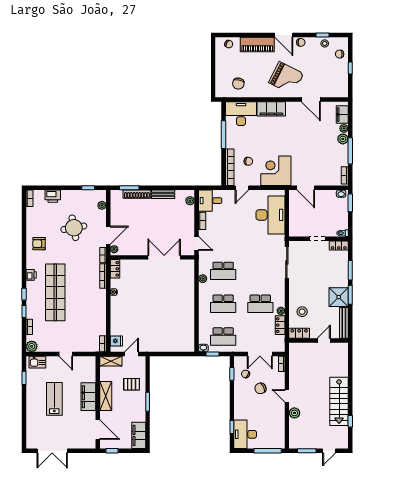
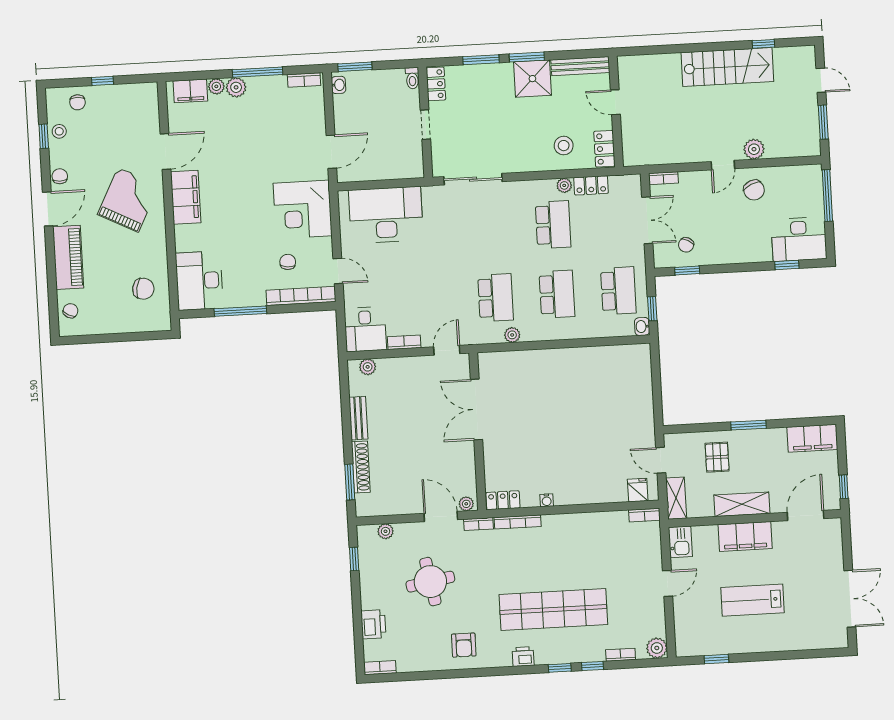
filing cabinet: (271, 109) -> (186, 197), moved
kitchen sink: (37, 362) -> (680, 542), moved
chair: (260, 388) -> (754, 190), moved

